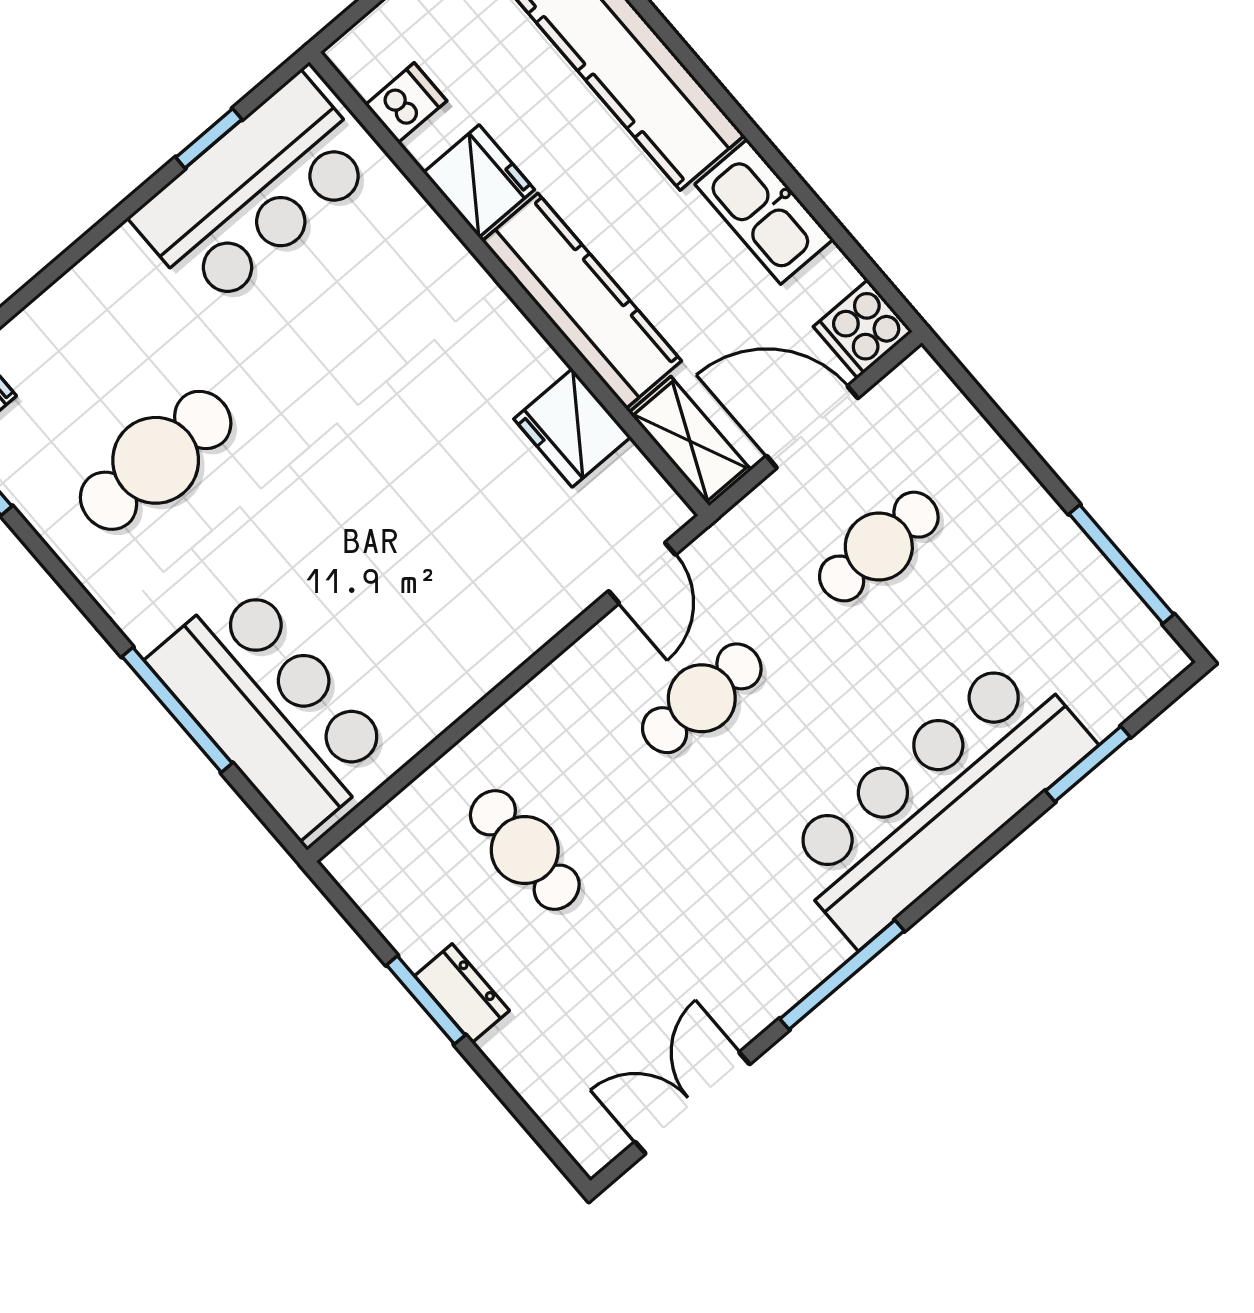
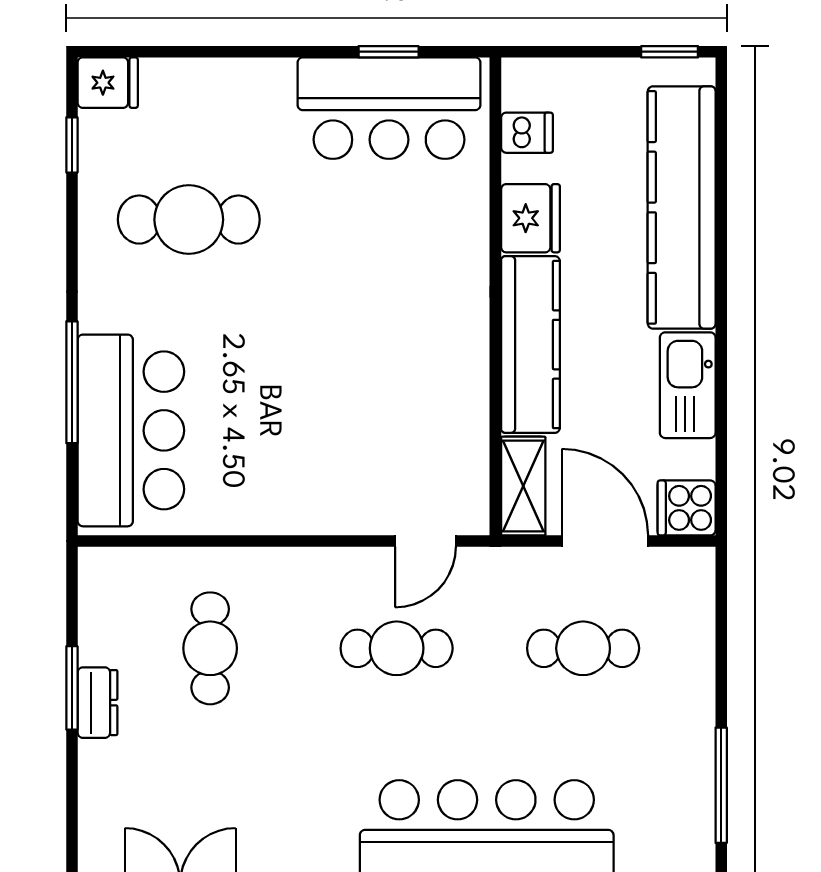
fridge: (572, 428) -> (459, 417), removed

